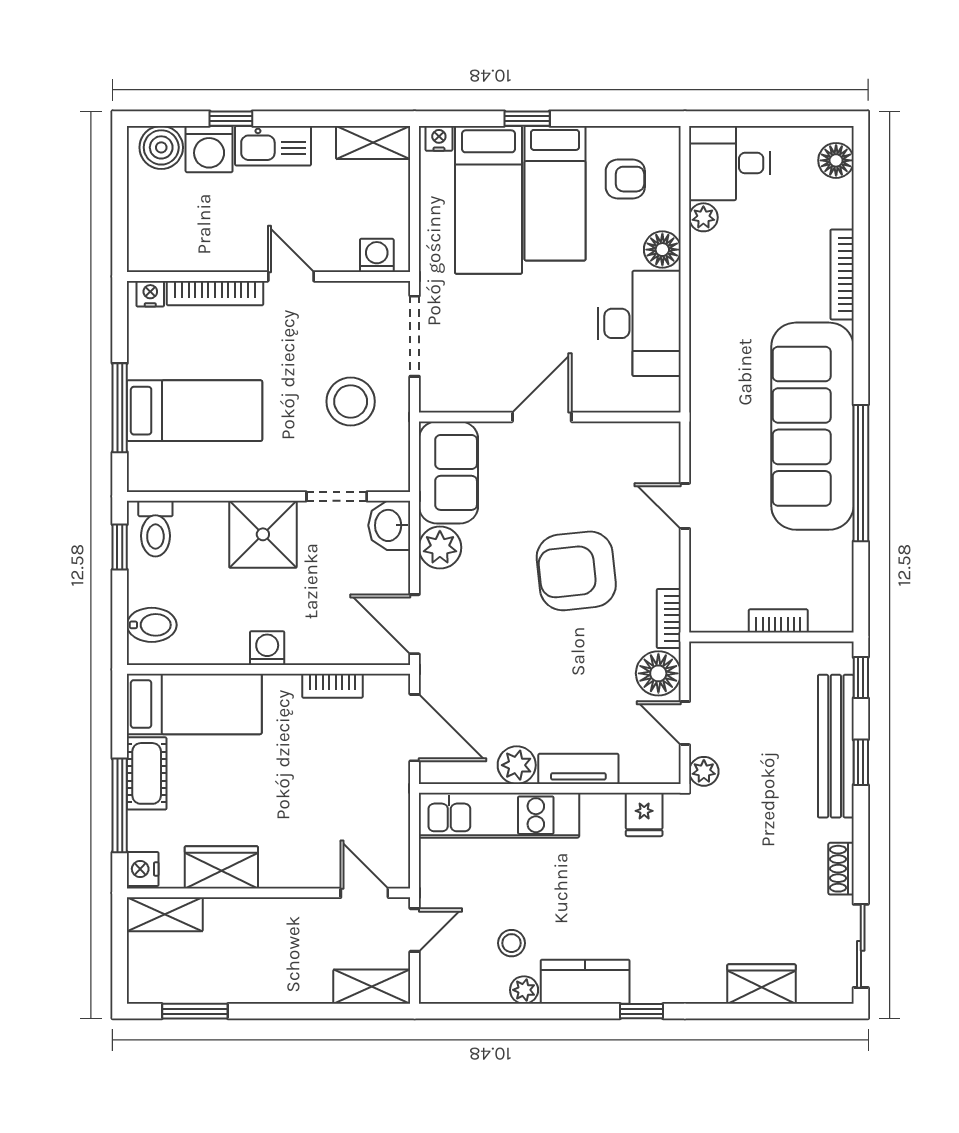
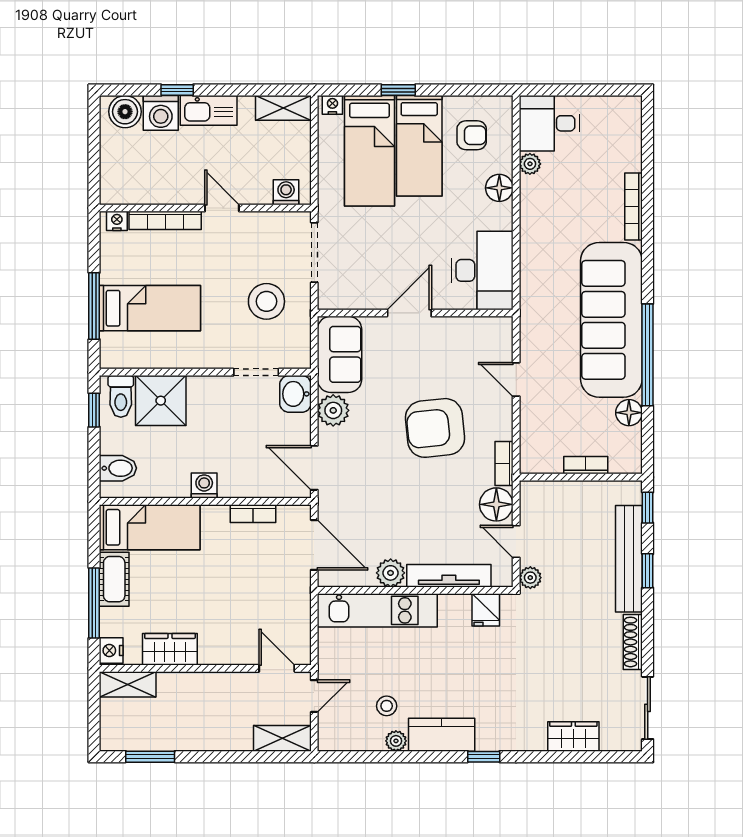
floor lamp: (836, 160) -> (629, 413), moved
desk: (639, 323) -> (482, 270), moved
shower: (263, 534) -> (161, 401), moved
tv unit: (578, 769) -> (449, 576), width x1.41
shoe rack: (841, 869) -> (633, 642), width x1.43

